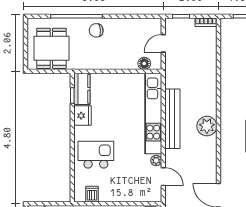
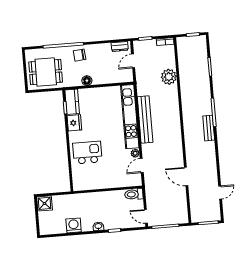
dresser: (148, 24) -> (120, 47), added
dining table: (51, 48) -> (46, 72), turned 90
floor lamp: (144, 63) -> (87, 81), moved
plant: (207, 126) -> (169, 77), moved
door: (163, 177) -> (142, 166), swing flipped
dishwasher: (92, 194) -> (87, 184), removed

